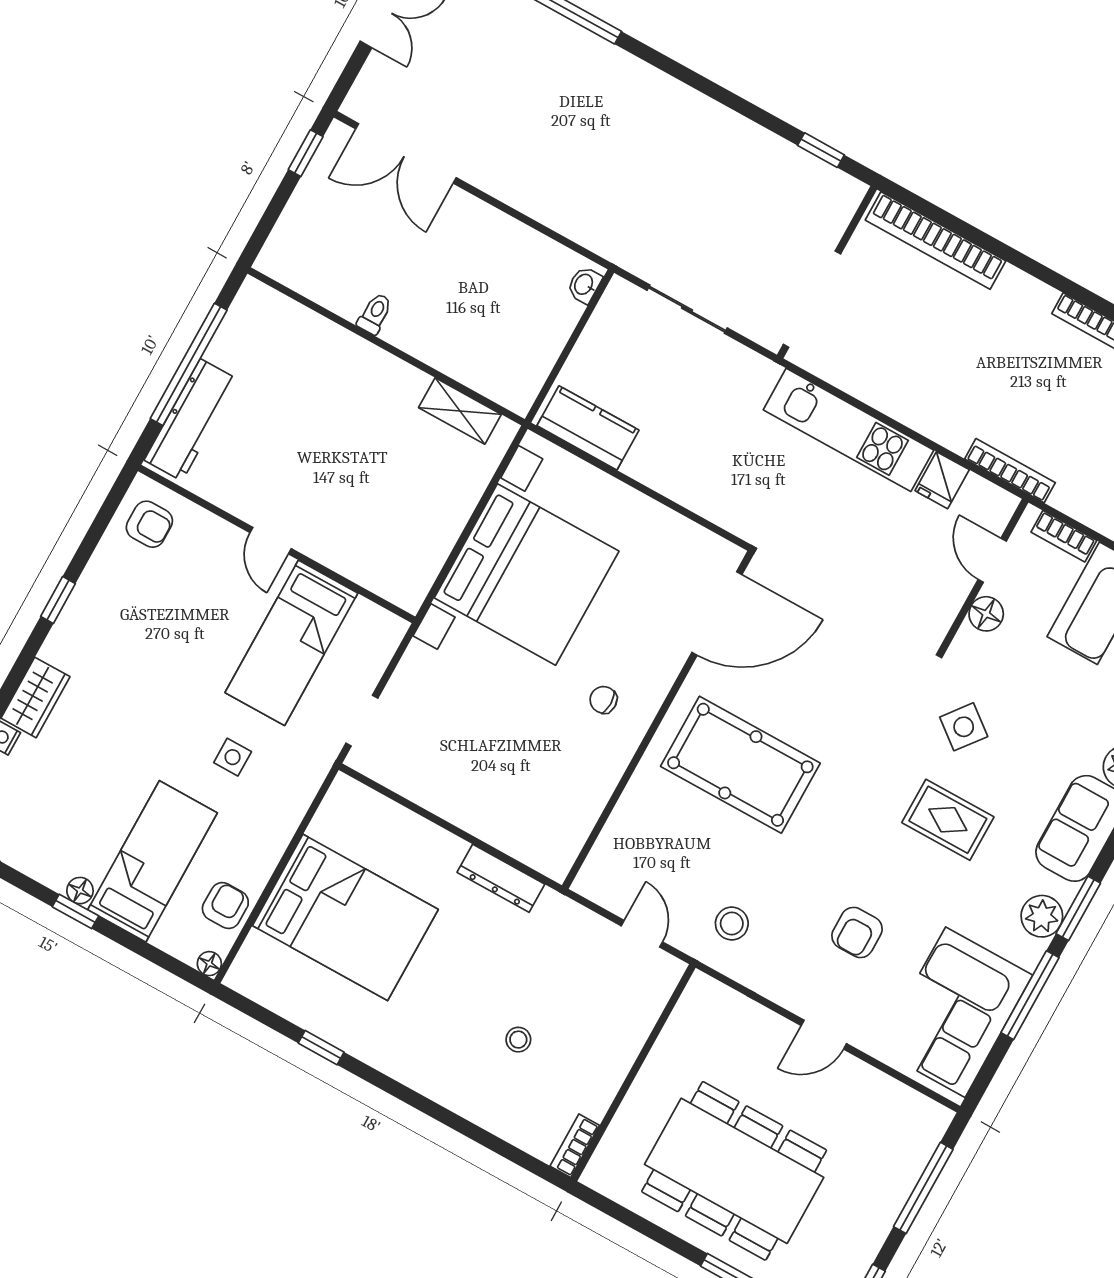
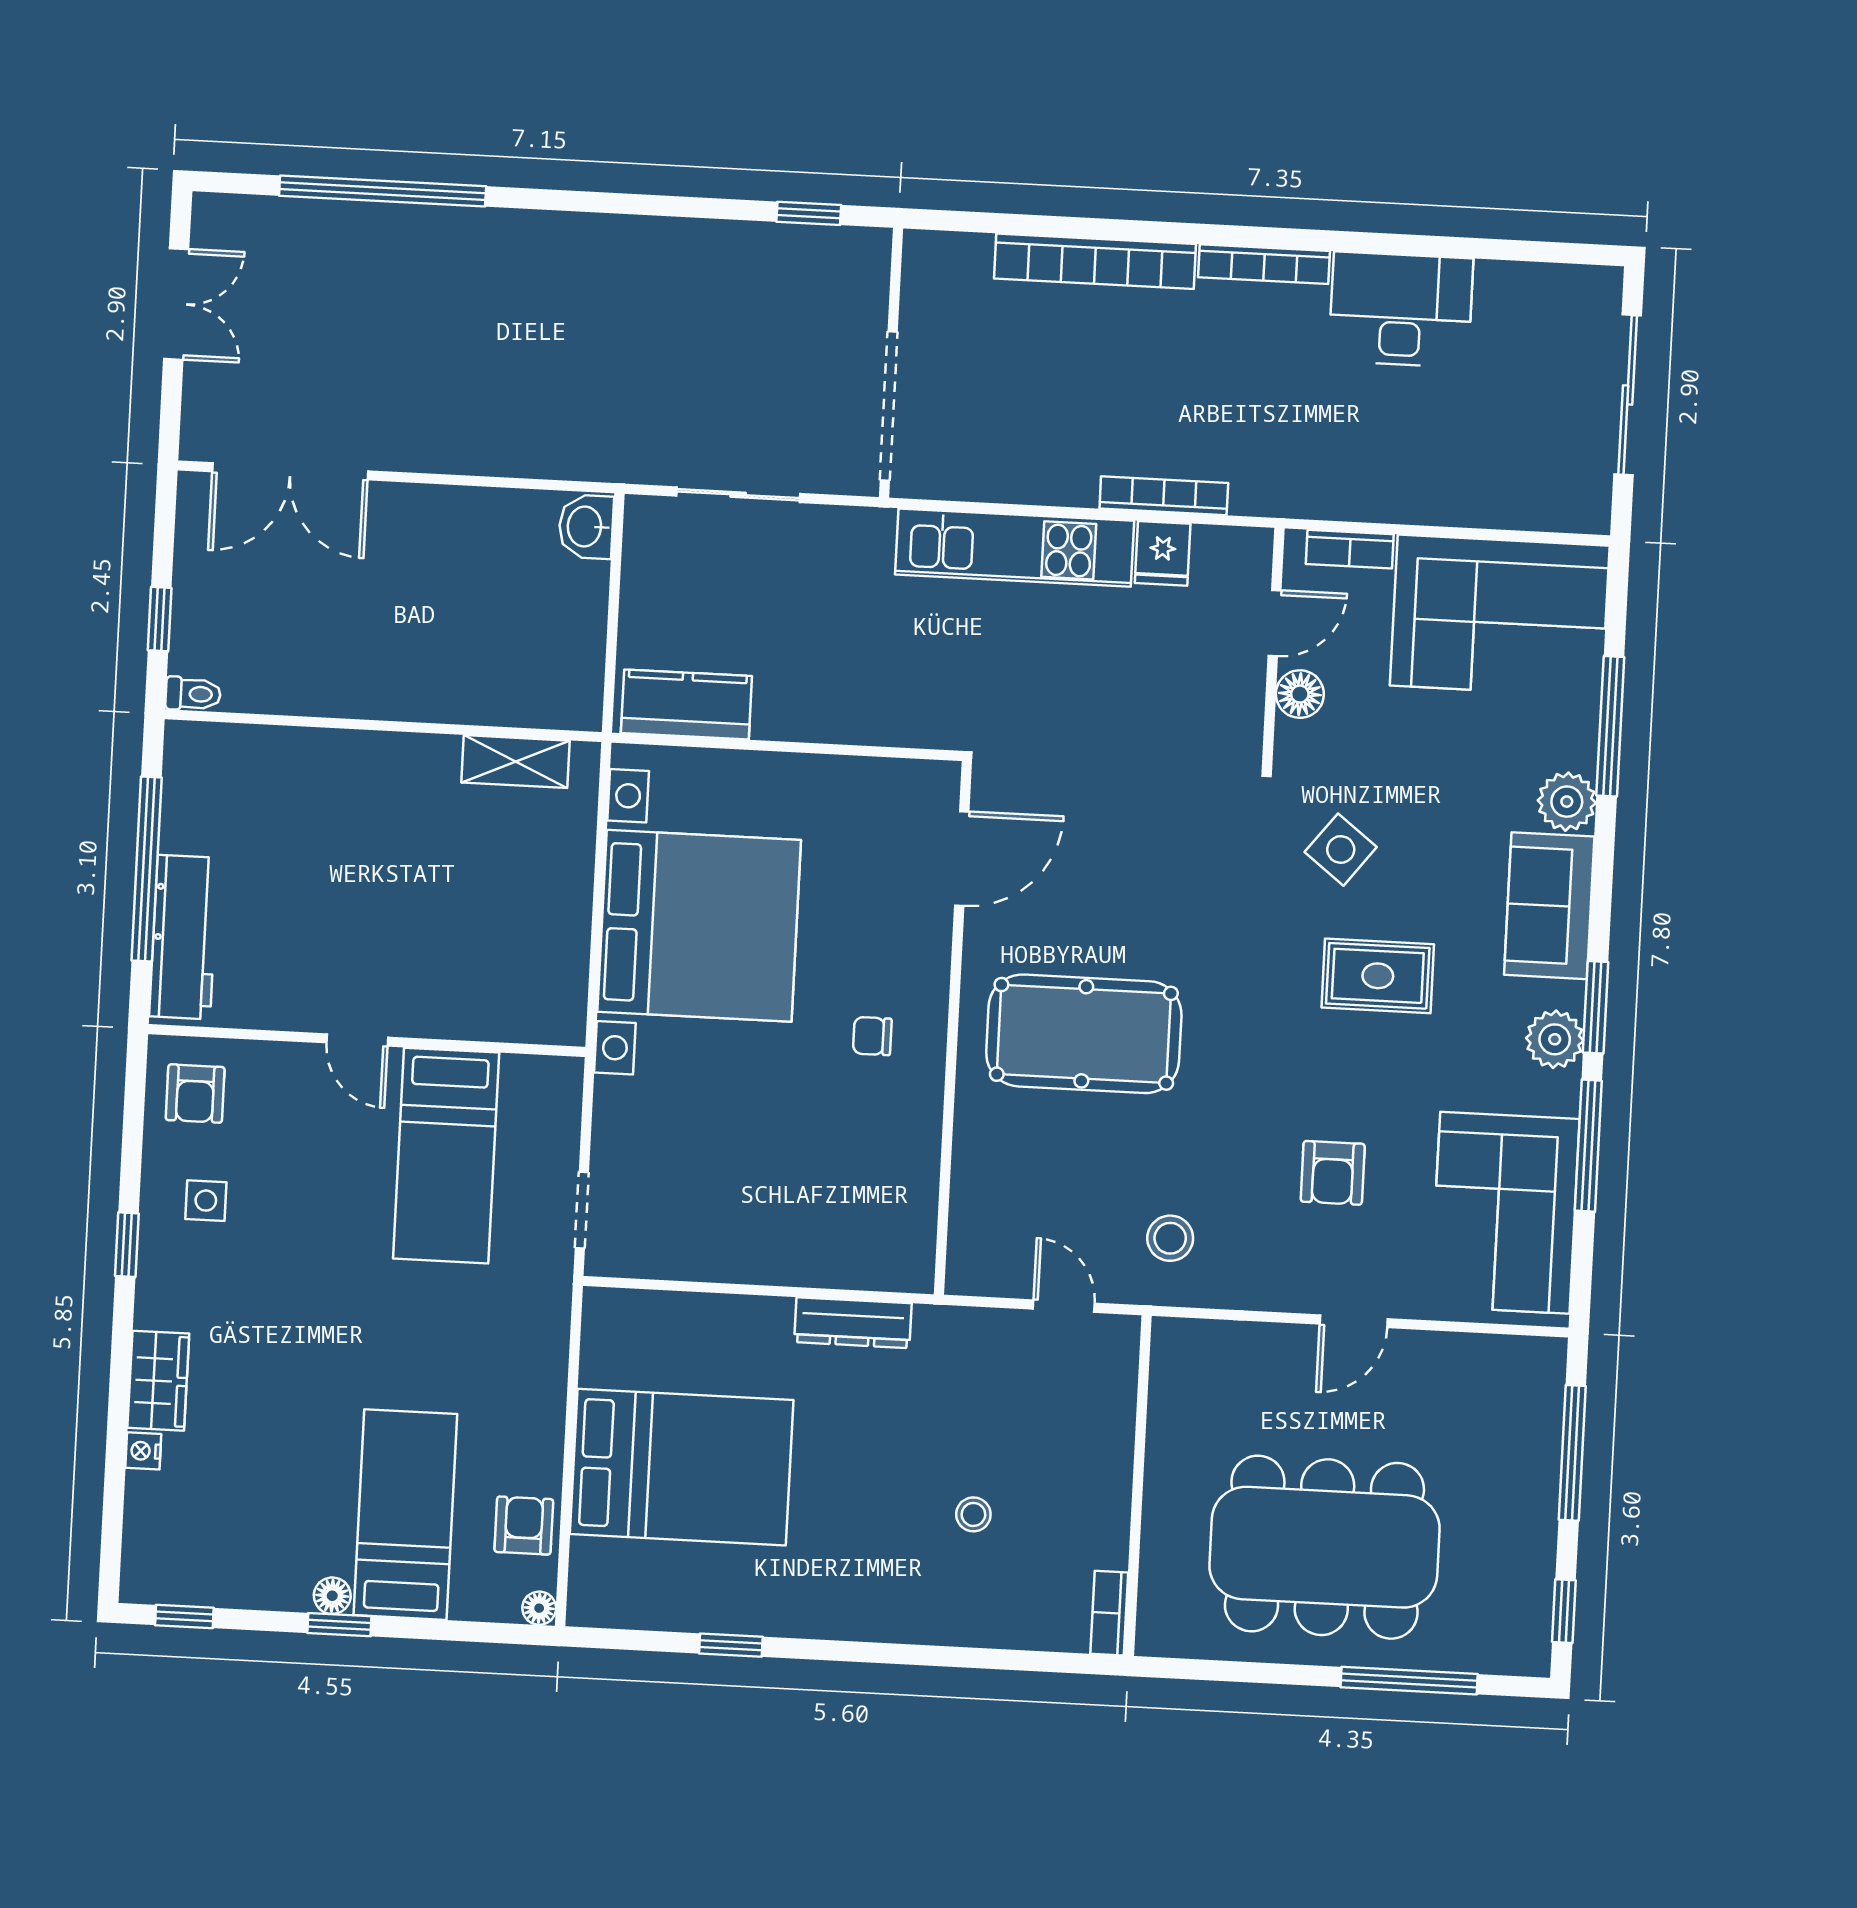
window: (306, 153) -> (160, 619), moved
bookcase: (935, 240) -> (1095, 261), moved
washbasin: (584, 285) -> (586, 527), width x1.38, depth x1.45
toilet: (375, 314) -> (193, 694), moved, turned 90
bookcase: (1010, 471) -> (1164, 496), moved
armchair: (149, 524) -> (195, 1094), turned 90
door: (992, 560) -> (1275, 623), swing flipped
door: (717, 614) -> (962, 858), width x0.73
side table: (233, 757) -> (206, 1201), moved

